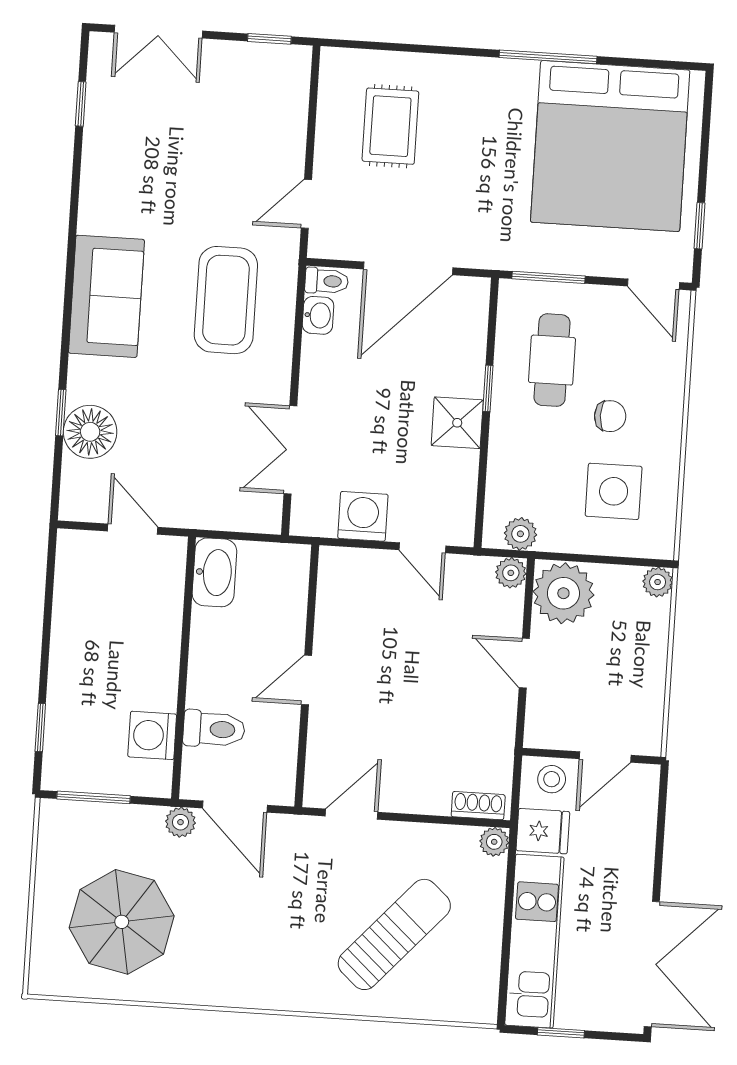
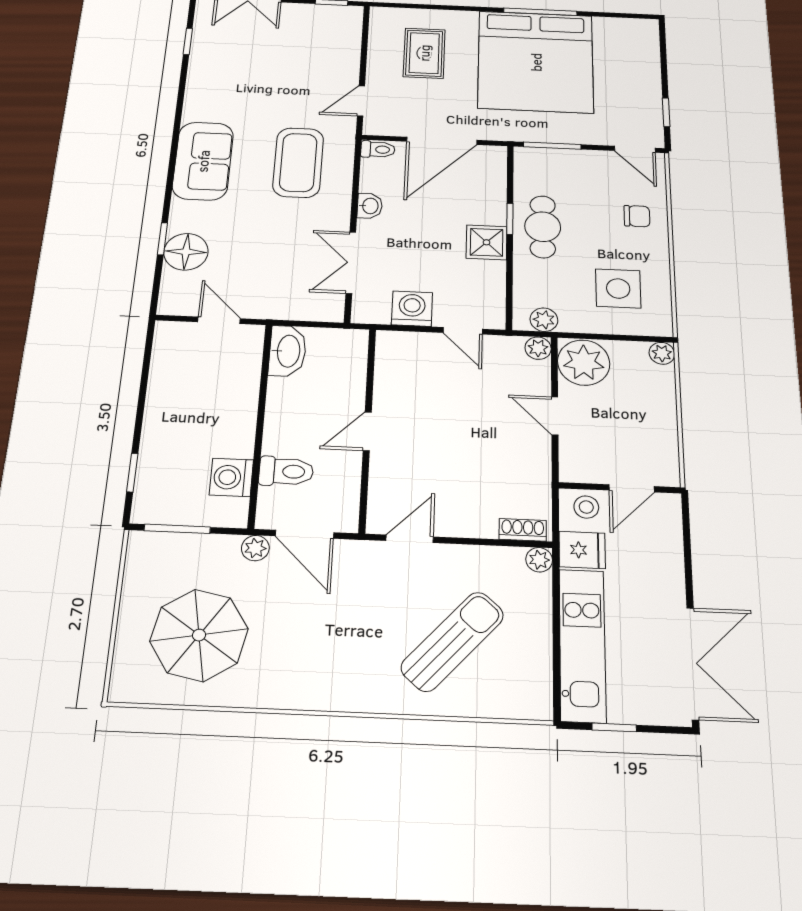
bed: (610, 146) -> (536, 62), moved
washbasin: (318, 315) -> (370, 206), moved
cafe table: (552, 360) -> (543, 227), moved
chair: (610, 416) -> (637, 216), moved

